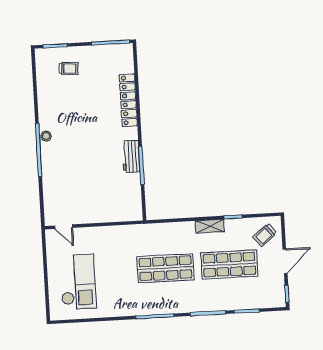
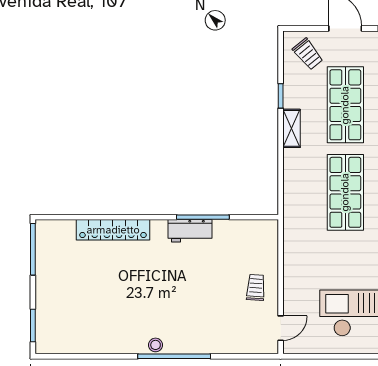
trolley: (69, 68) -> (256, 287), moved

